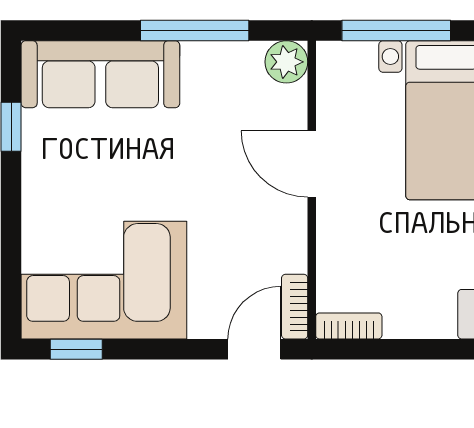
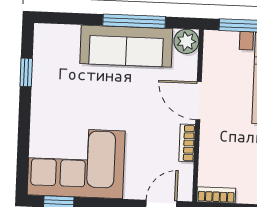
sofa: (100, 74) -> (126, 46), moved
bookcase: (295, 307) -> (187, 143), moved

